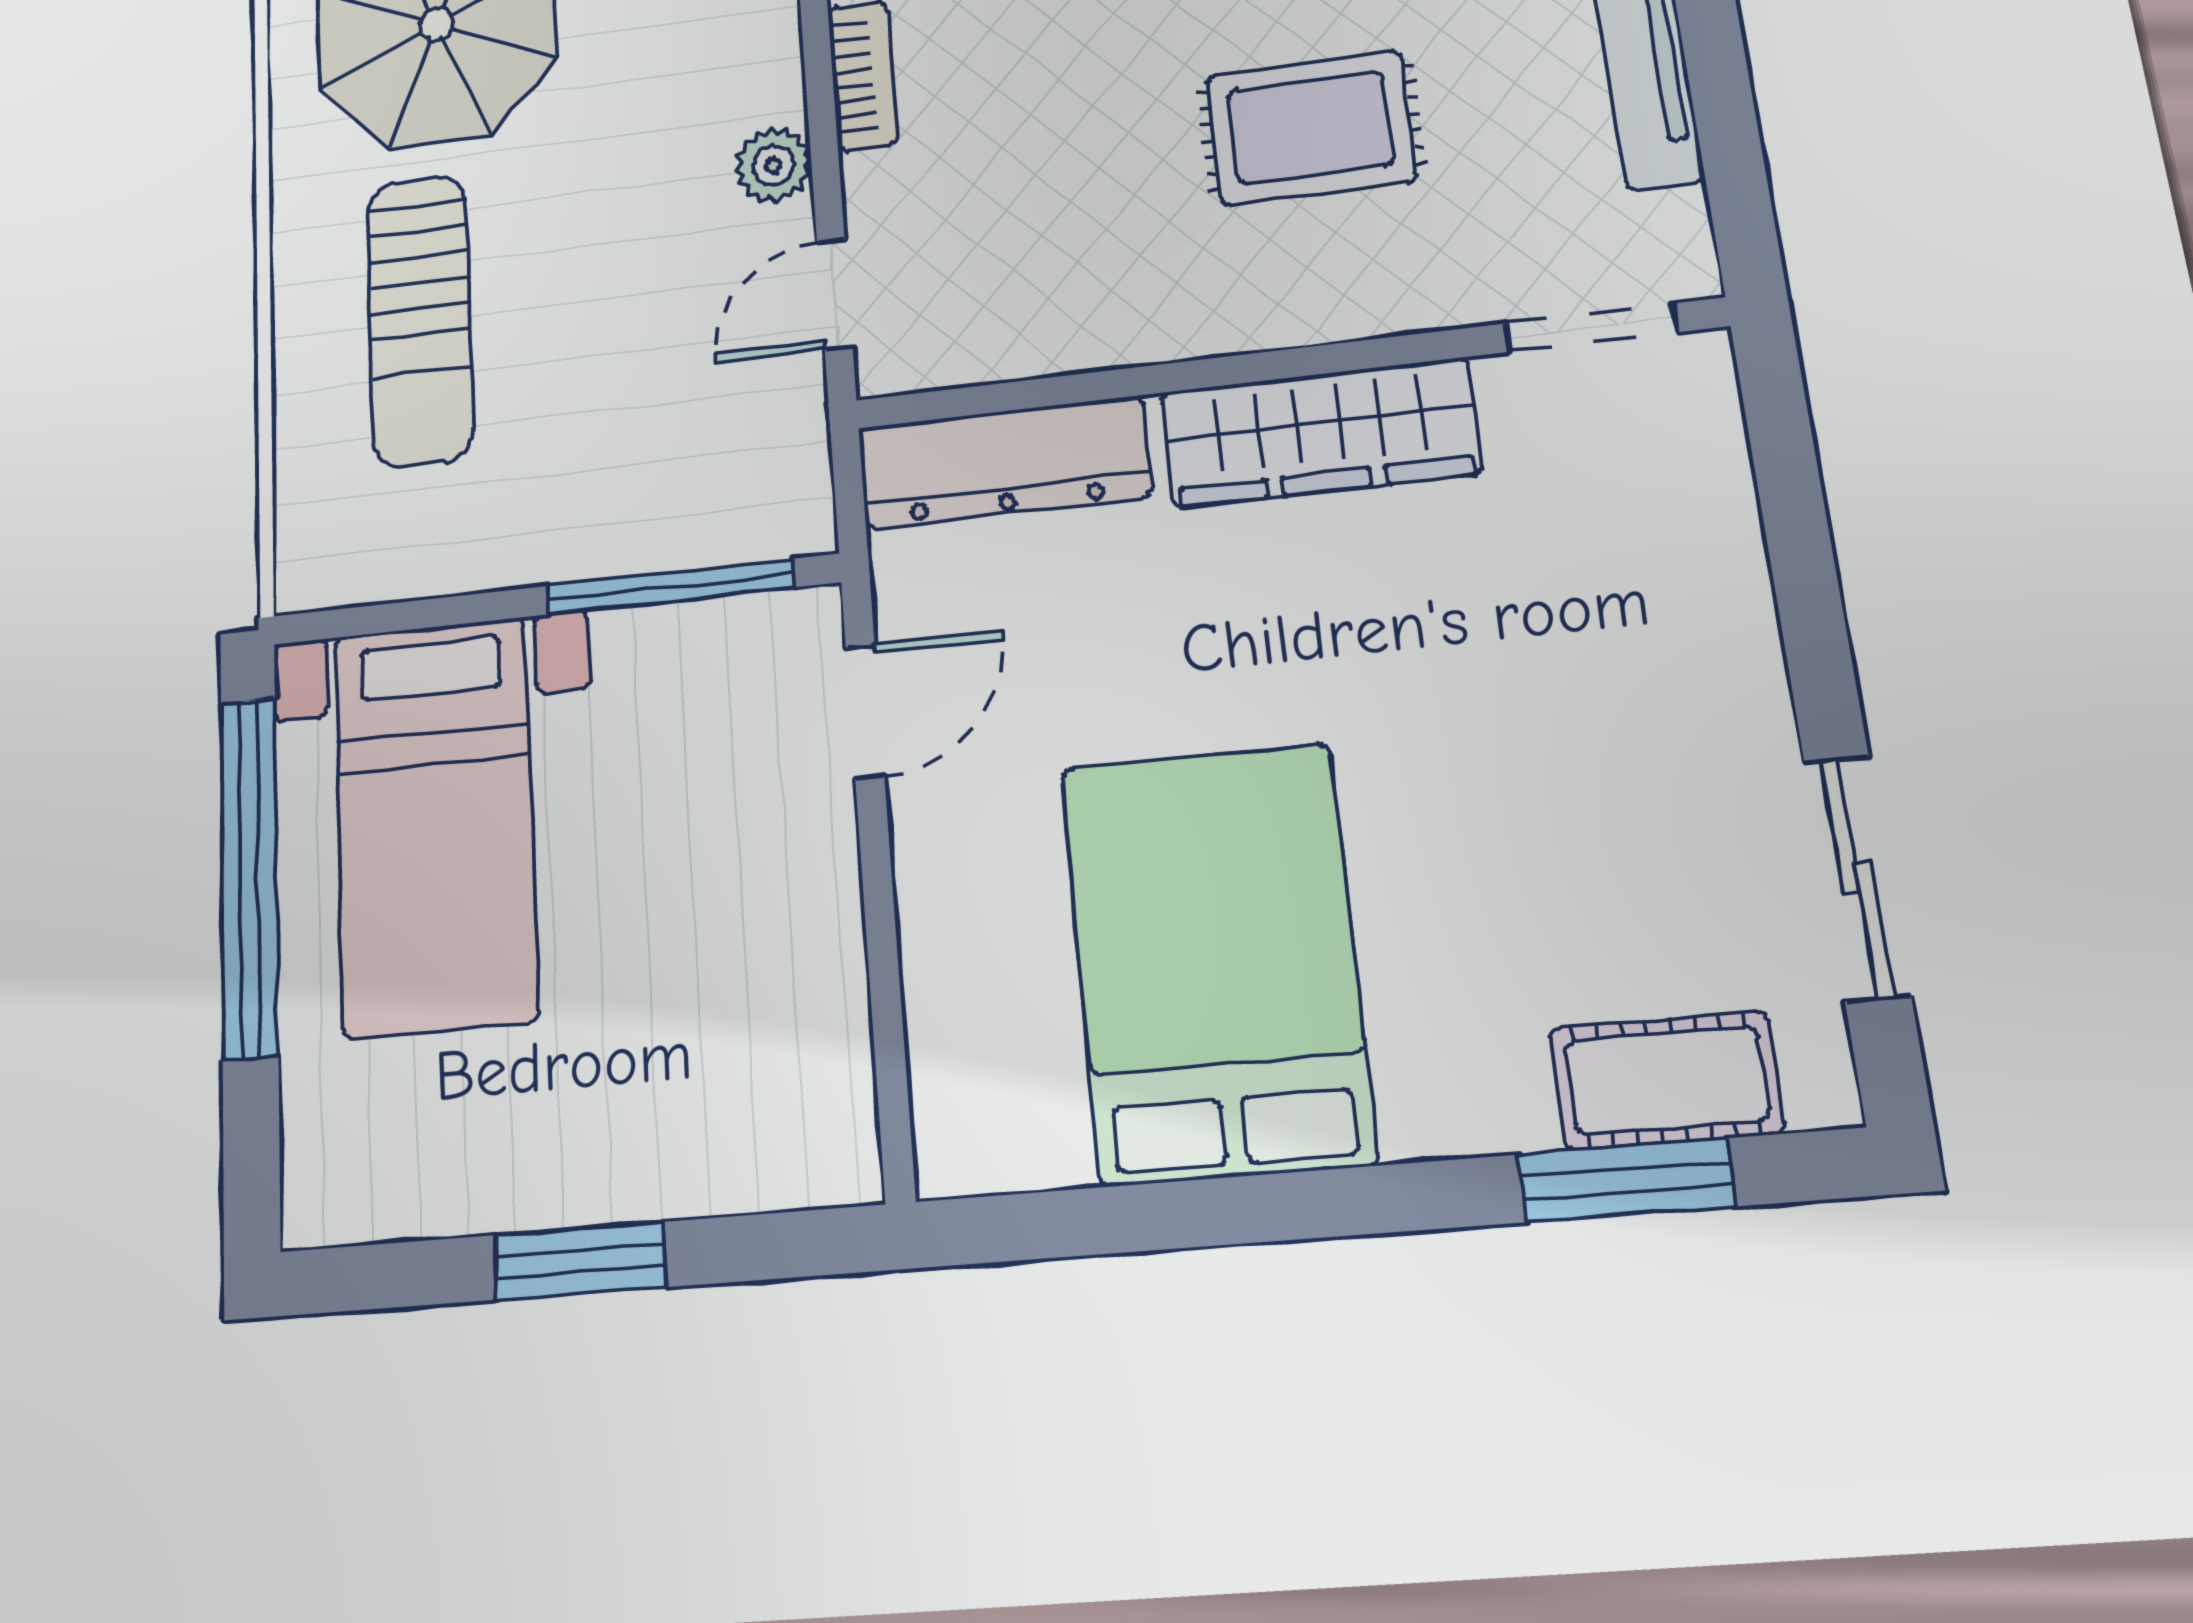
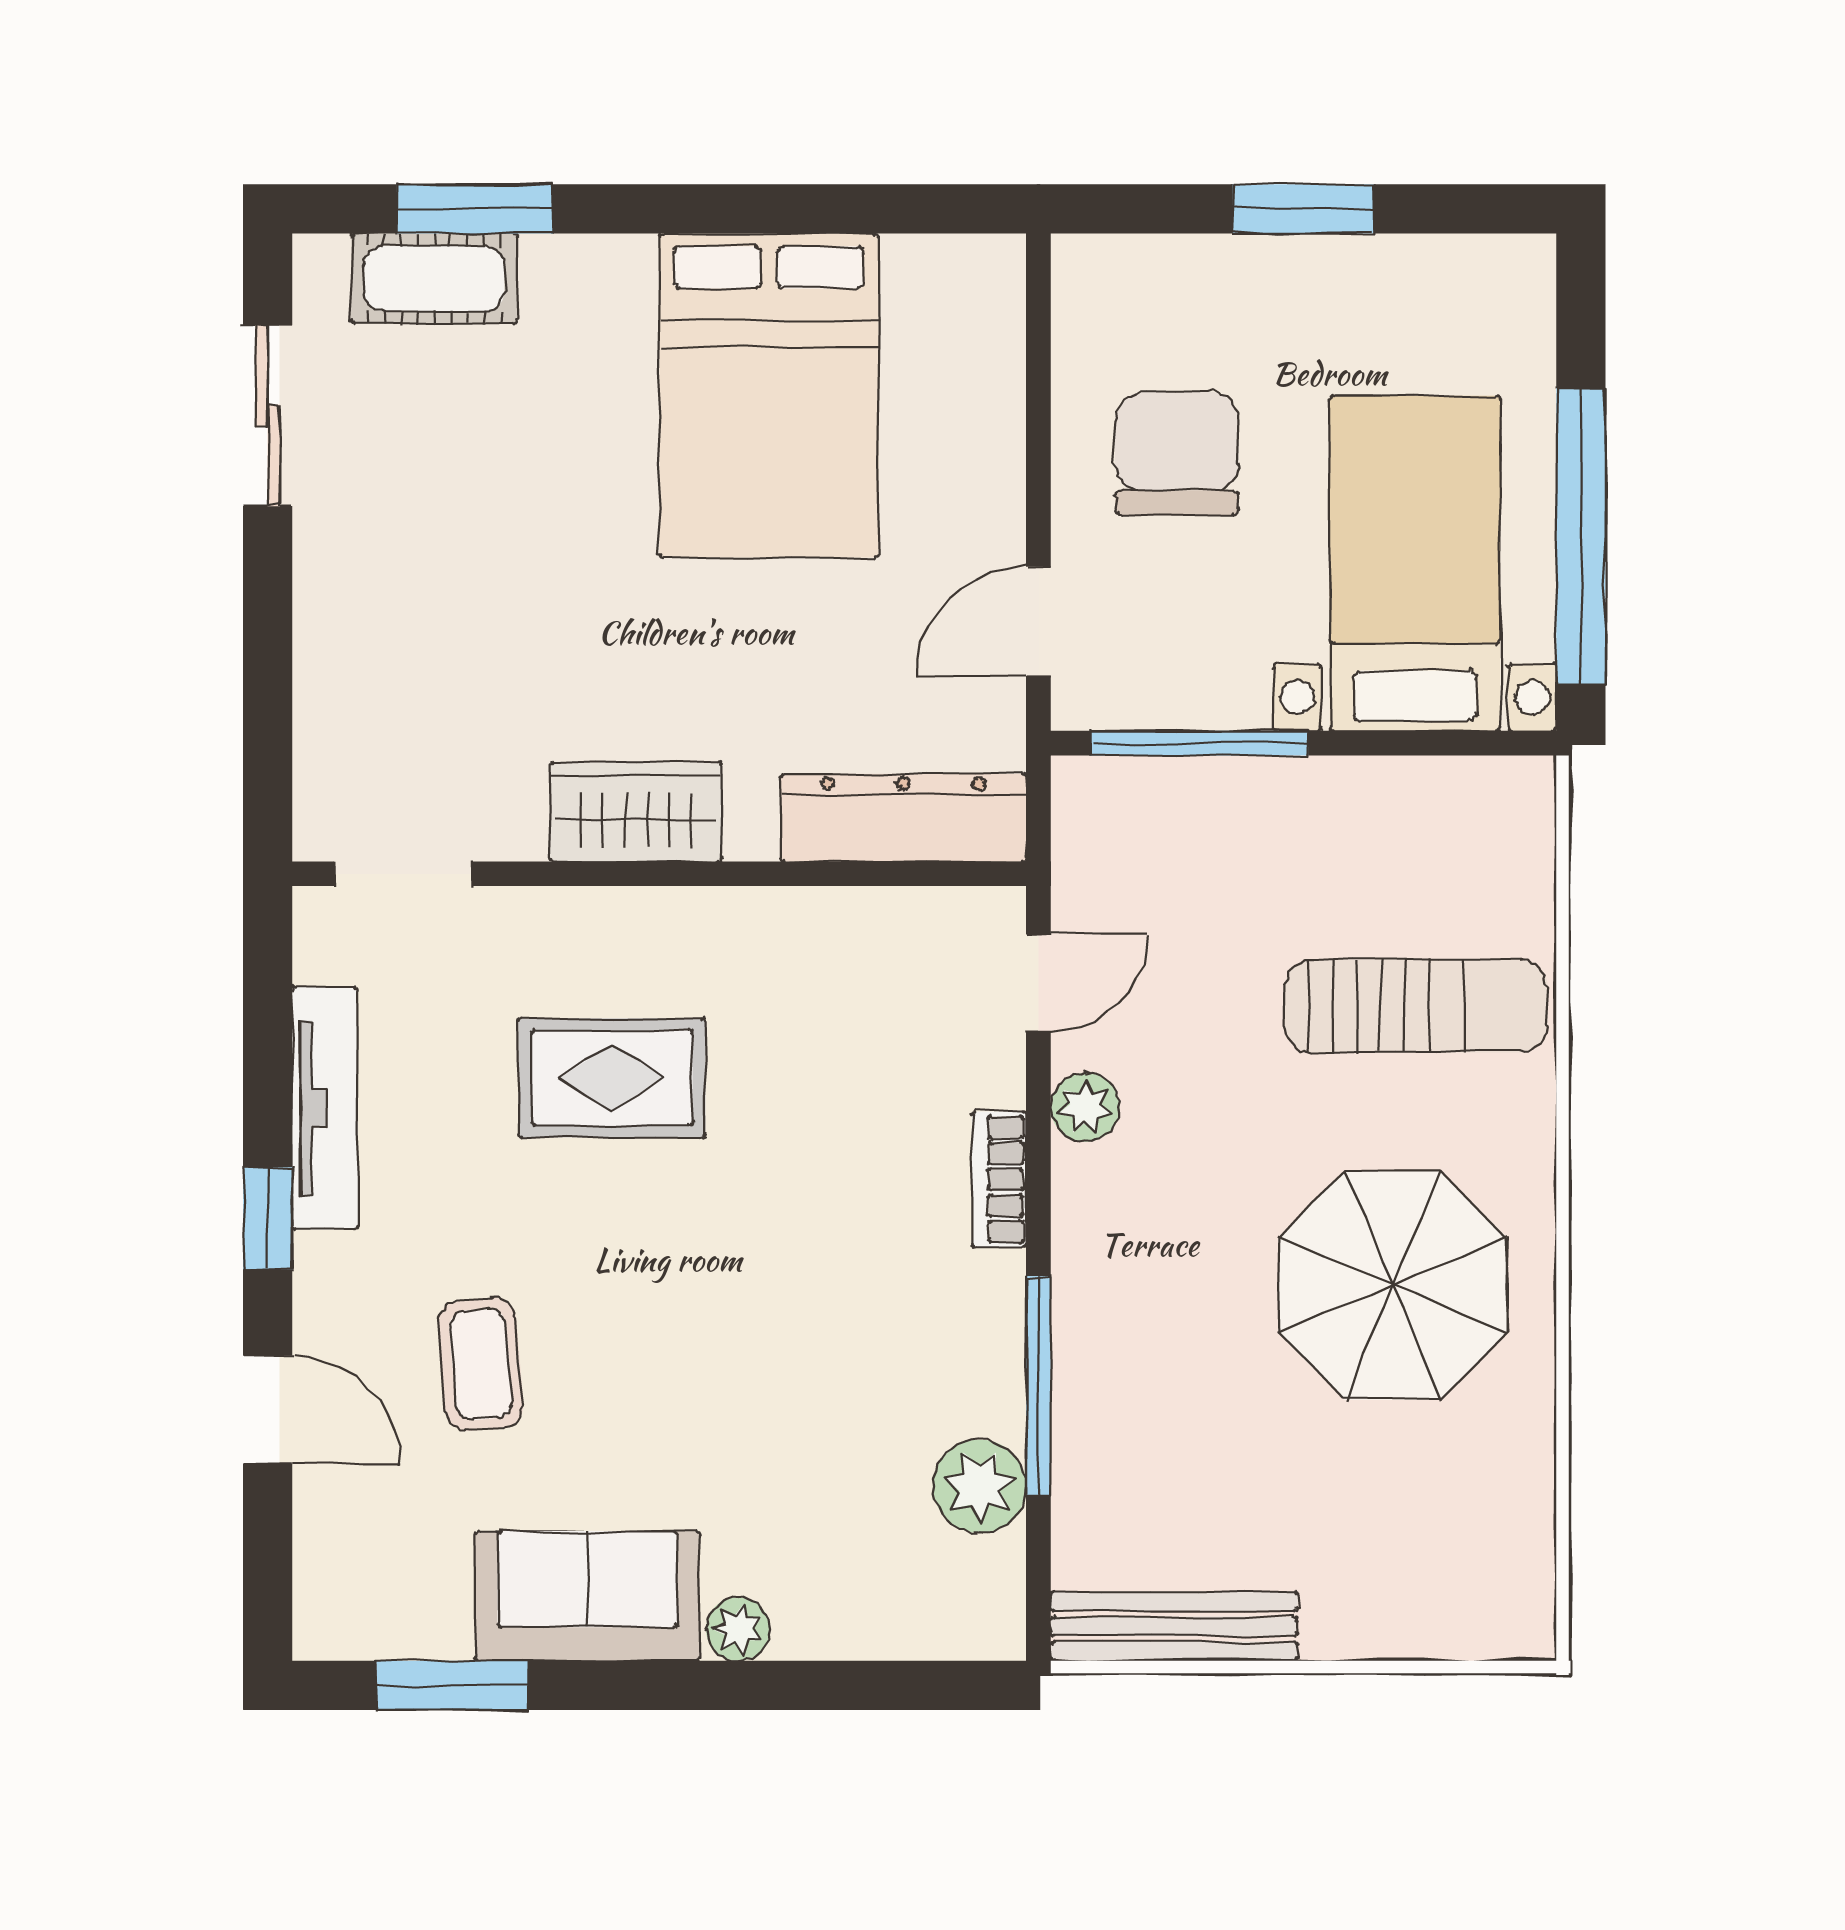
sun lounger: (420, 320) -> (1416, 1006), turned 90
wardrobe: (1320, 433) -> (636, 812), width x0.67
chair: (715, 934) -> (1177, 453), added

